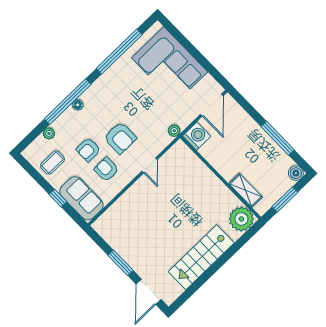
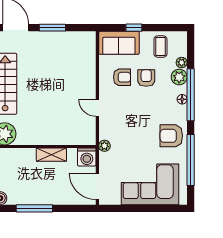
plant: (62, 124) -> (179, 77), added
armchair: (120, 138) -> (171, 136), moved
shelving: (246, 190) -> (51, 155), moved

